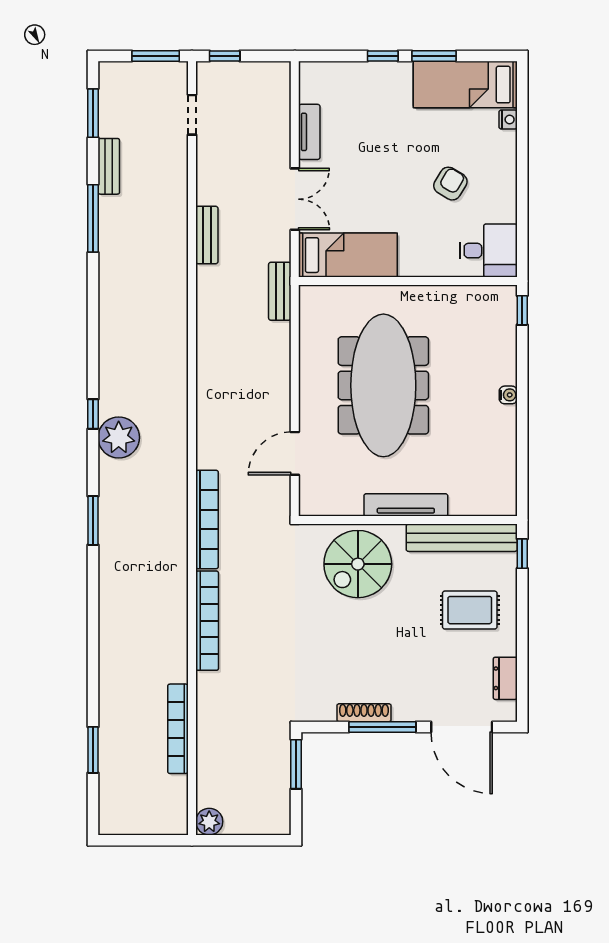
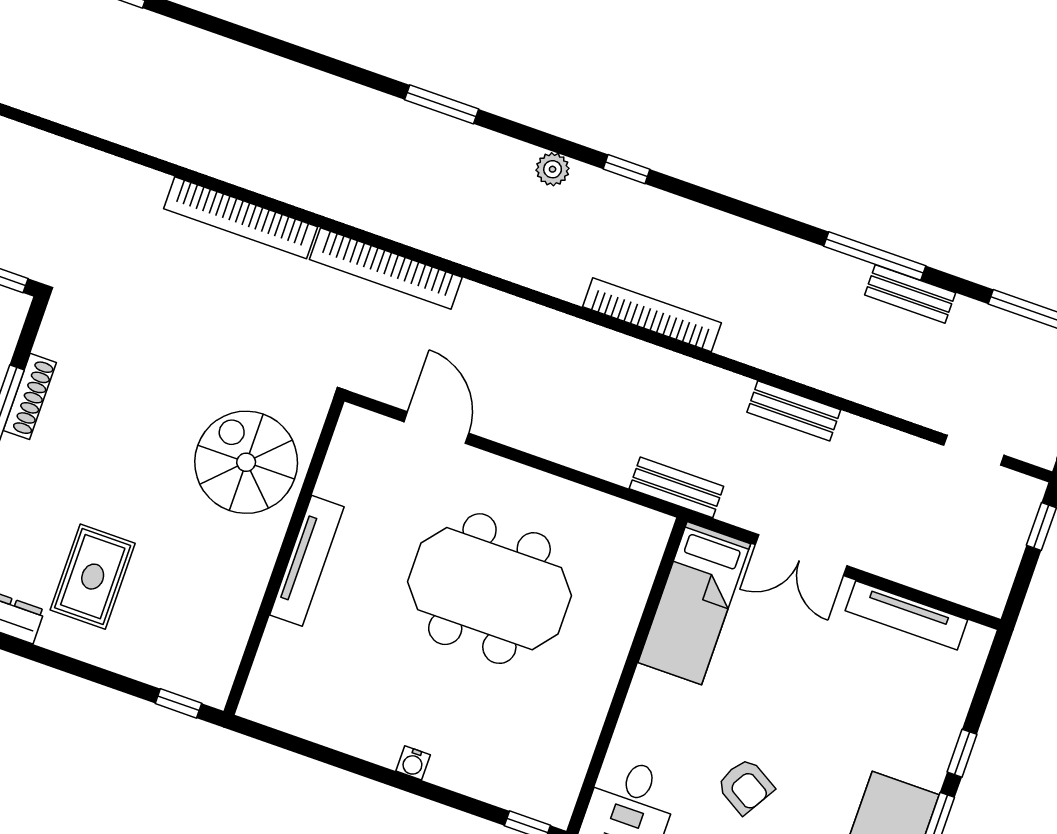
tv unit: (309, 132) -> (906, 615), width x1.41
bench: (109, 166) -> (910, 294), moved
meeting table: (383, 385) -> (489, 589), width x0.73
window: (93, 414) -> (626, 169), moved
plant: (119, 437) -> (553, 169), width x0.53, depth x0.53
bench: (462, 538) -> (232, 625), removed
rug: (470, 610) -> (93, 577), moved
bookcase: (178, 729) -> (652, 315), moved

